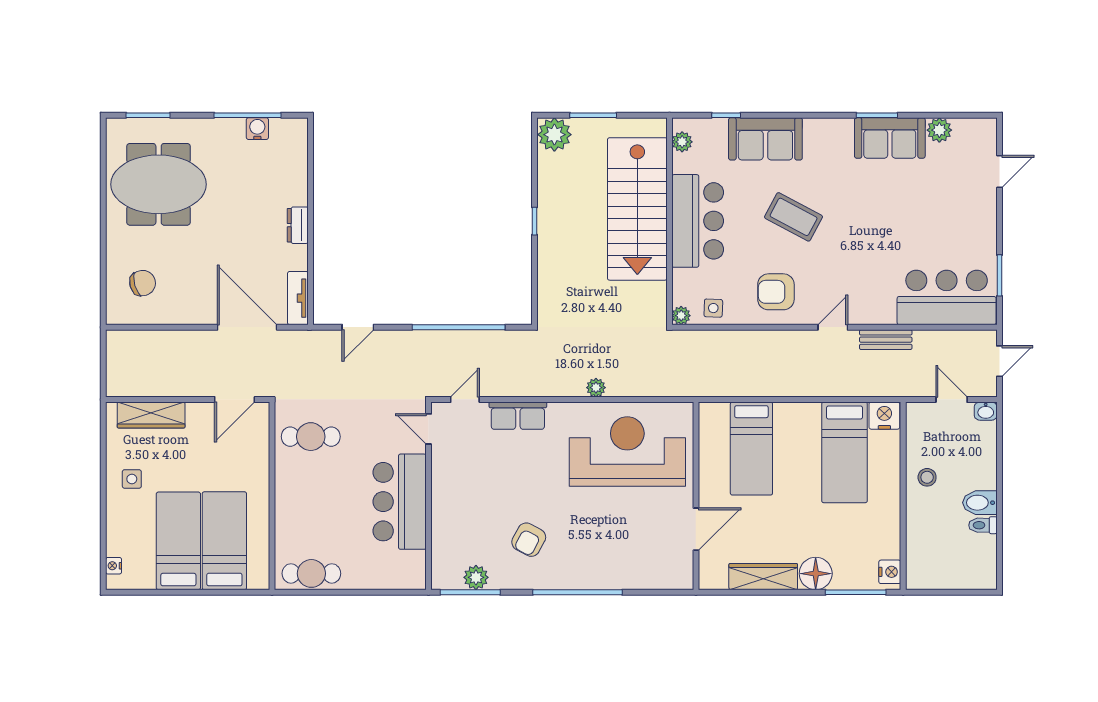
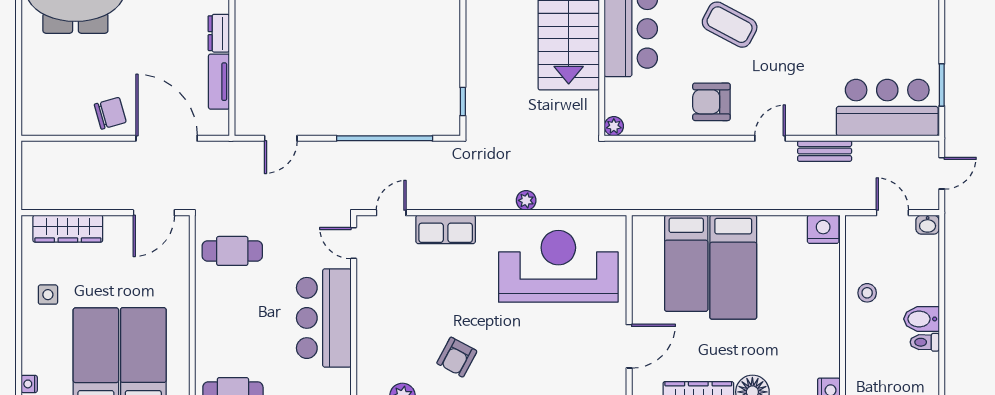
window: (535, 221) -> (463, 101), moved
chair: (143, 283) -> (110, 113), moved
tv unit: (298, 298) -> (219, 82), moved
side table: (713, 308) -> (647, 119), removed
bed: (844, 452) -> (733, 267), moved

